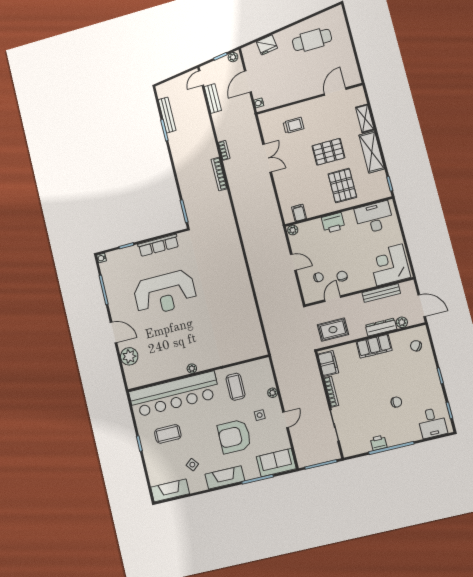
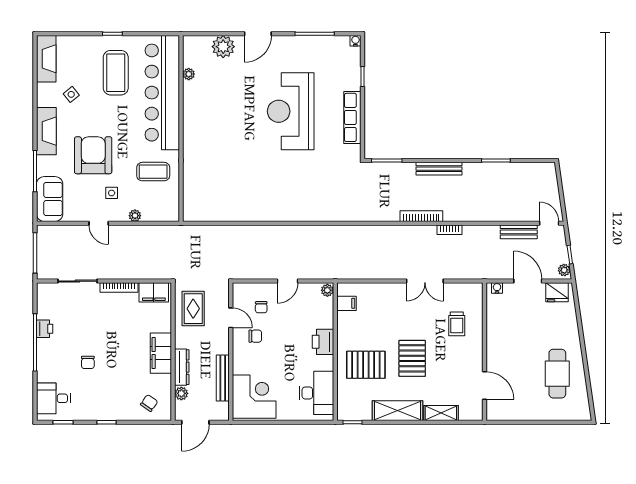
fridge: (267, 45) -> (557, 292), moved, turned -82
bench: (167, 115) -> (439, 169), moved
plant: (192, 369) -> (189, 74), moved
coffee table: (168, 434) -> (116, 73), width x1.36, depth x1.32

